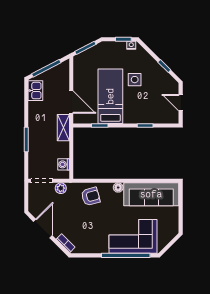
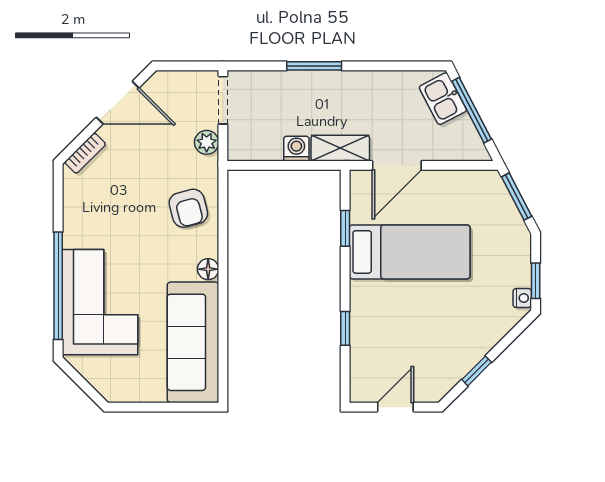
side table: (135, 80) -> (447, 305), removed
kitchen sink: (35, 91) -> (443, 99), moved, turned 62
washing machine: (64, 164) -> (296, 149), moved

